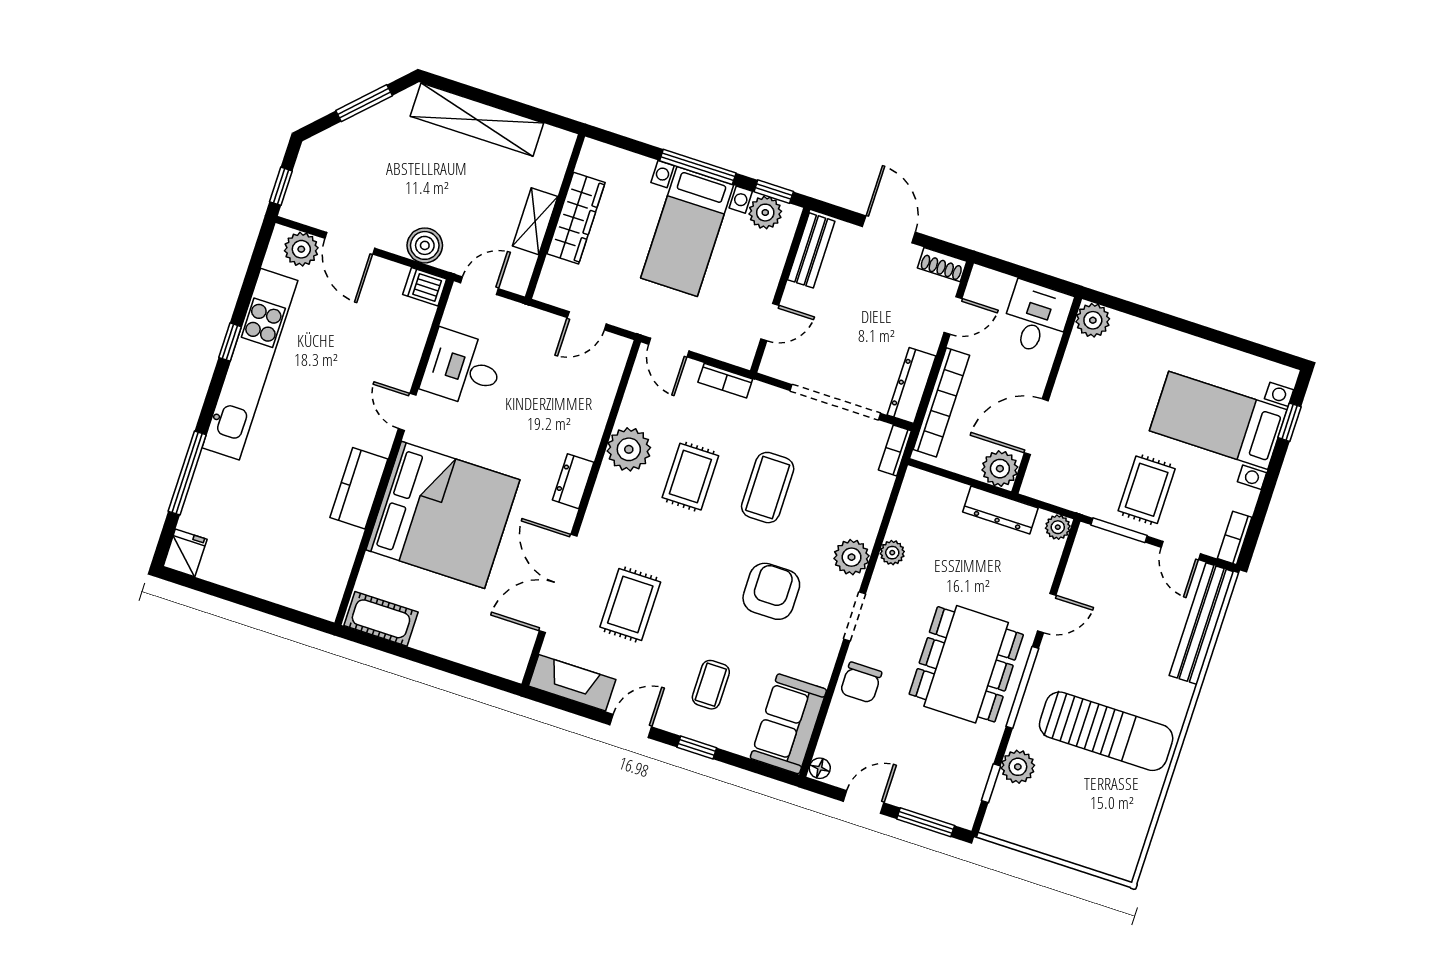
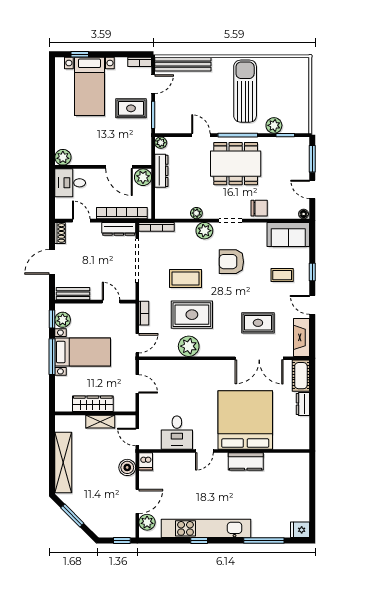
bookcase: (895, 450) -> (157, 227), width x1.56
rug: (690, 477) -> (192, 315), width x1.36, depth x1.43
dresser: (573, 481) -> (303, 404), moved, turned 90
cot: (381, 619) -> (301, 376), moved

